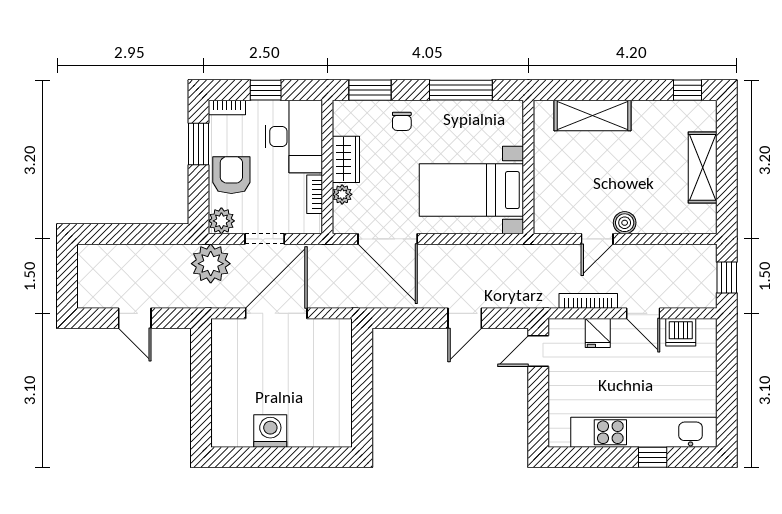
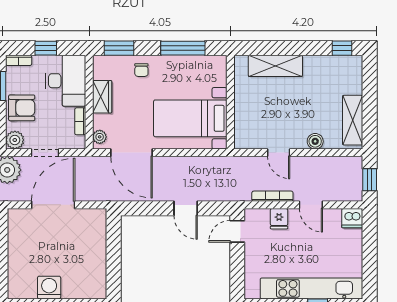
shelving: (703, 167) -> (353, 120), moved
armchair: (231, 175) -> (22, 108), turned 90
plant: (342, 194) -> (100, 137), moved
boiler: (625, 223) -> (315, 141), moved
door: (597, 239) -> (279, 153), hinge flipped
door: (465, 318) -> (186, 208), hinge flipped
dishwasher: (681, 332) -> (352, 218), moved

